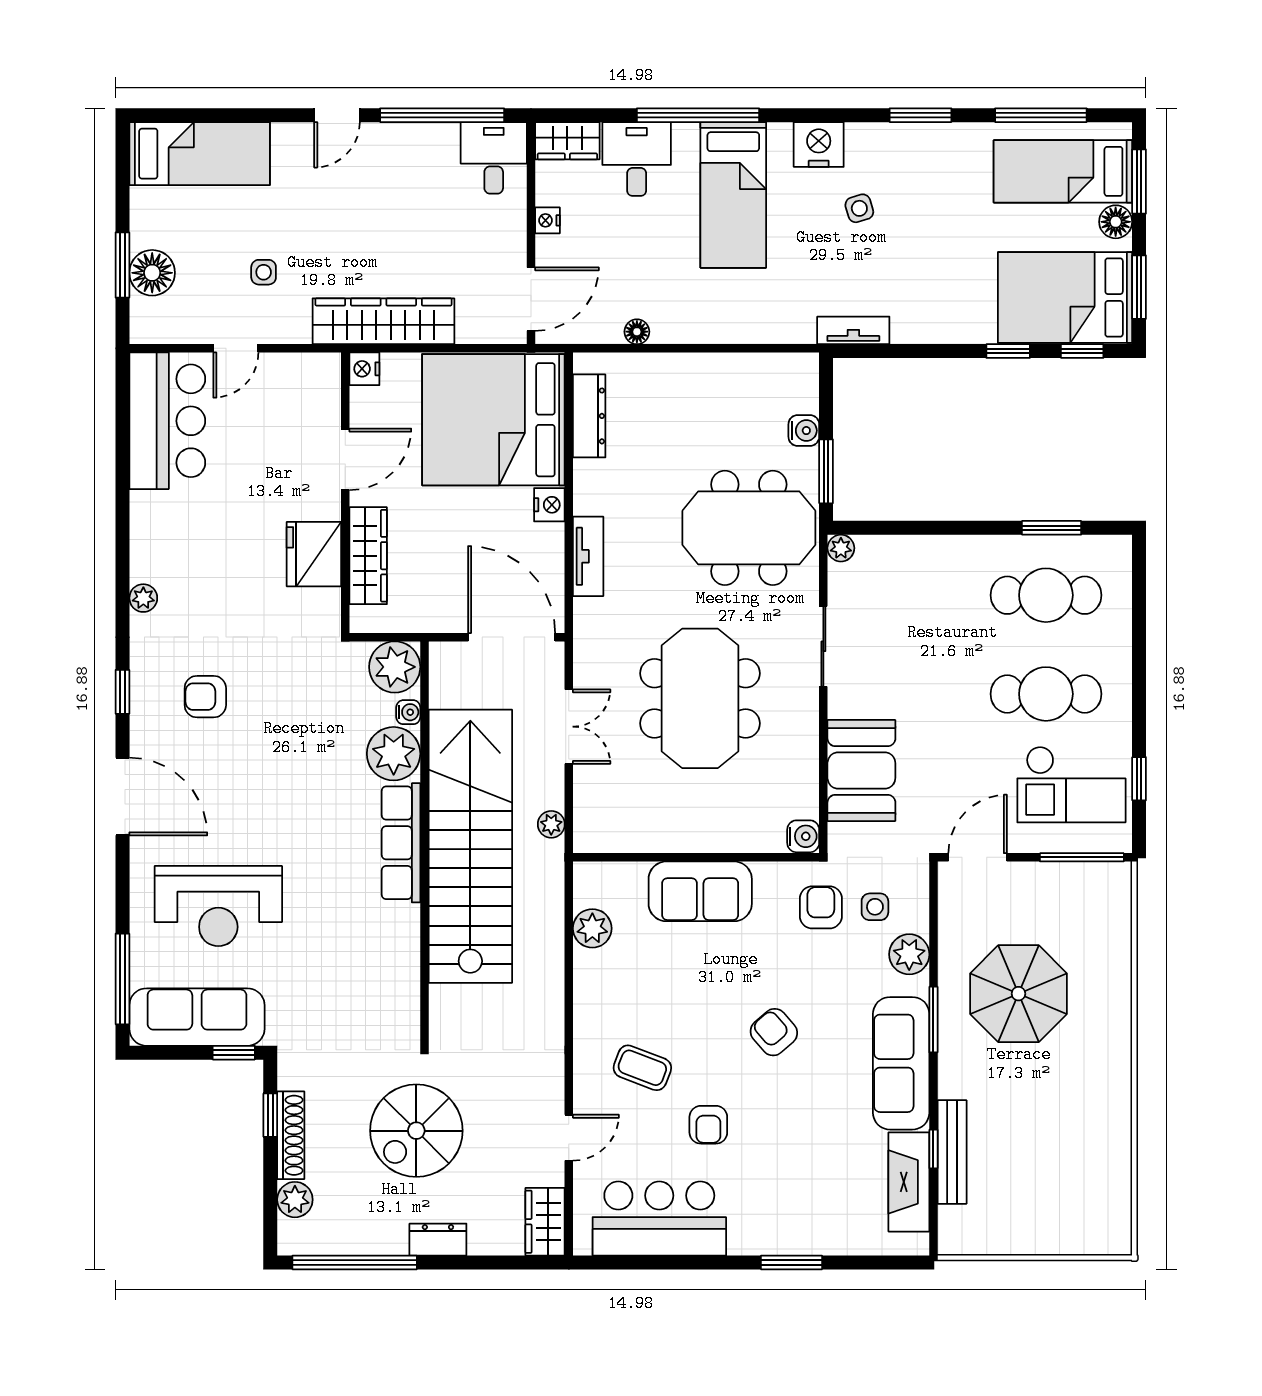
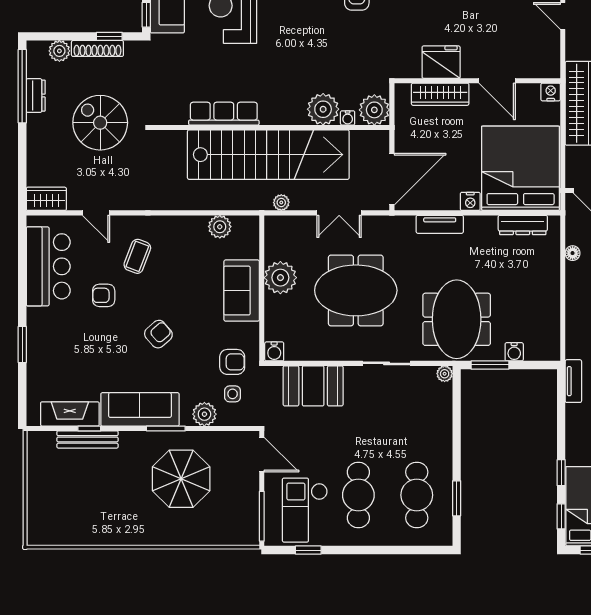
plant: (678, 826) -> (280, 278), added
row of seats: (401, 843) -> (224, 114), moved
dresser: (438, 1240) -> (36, 96), moved

